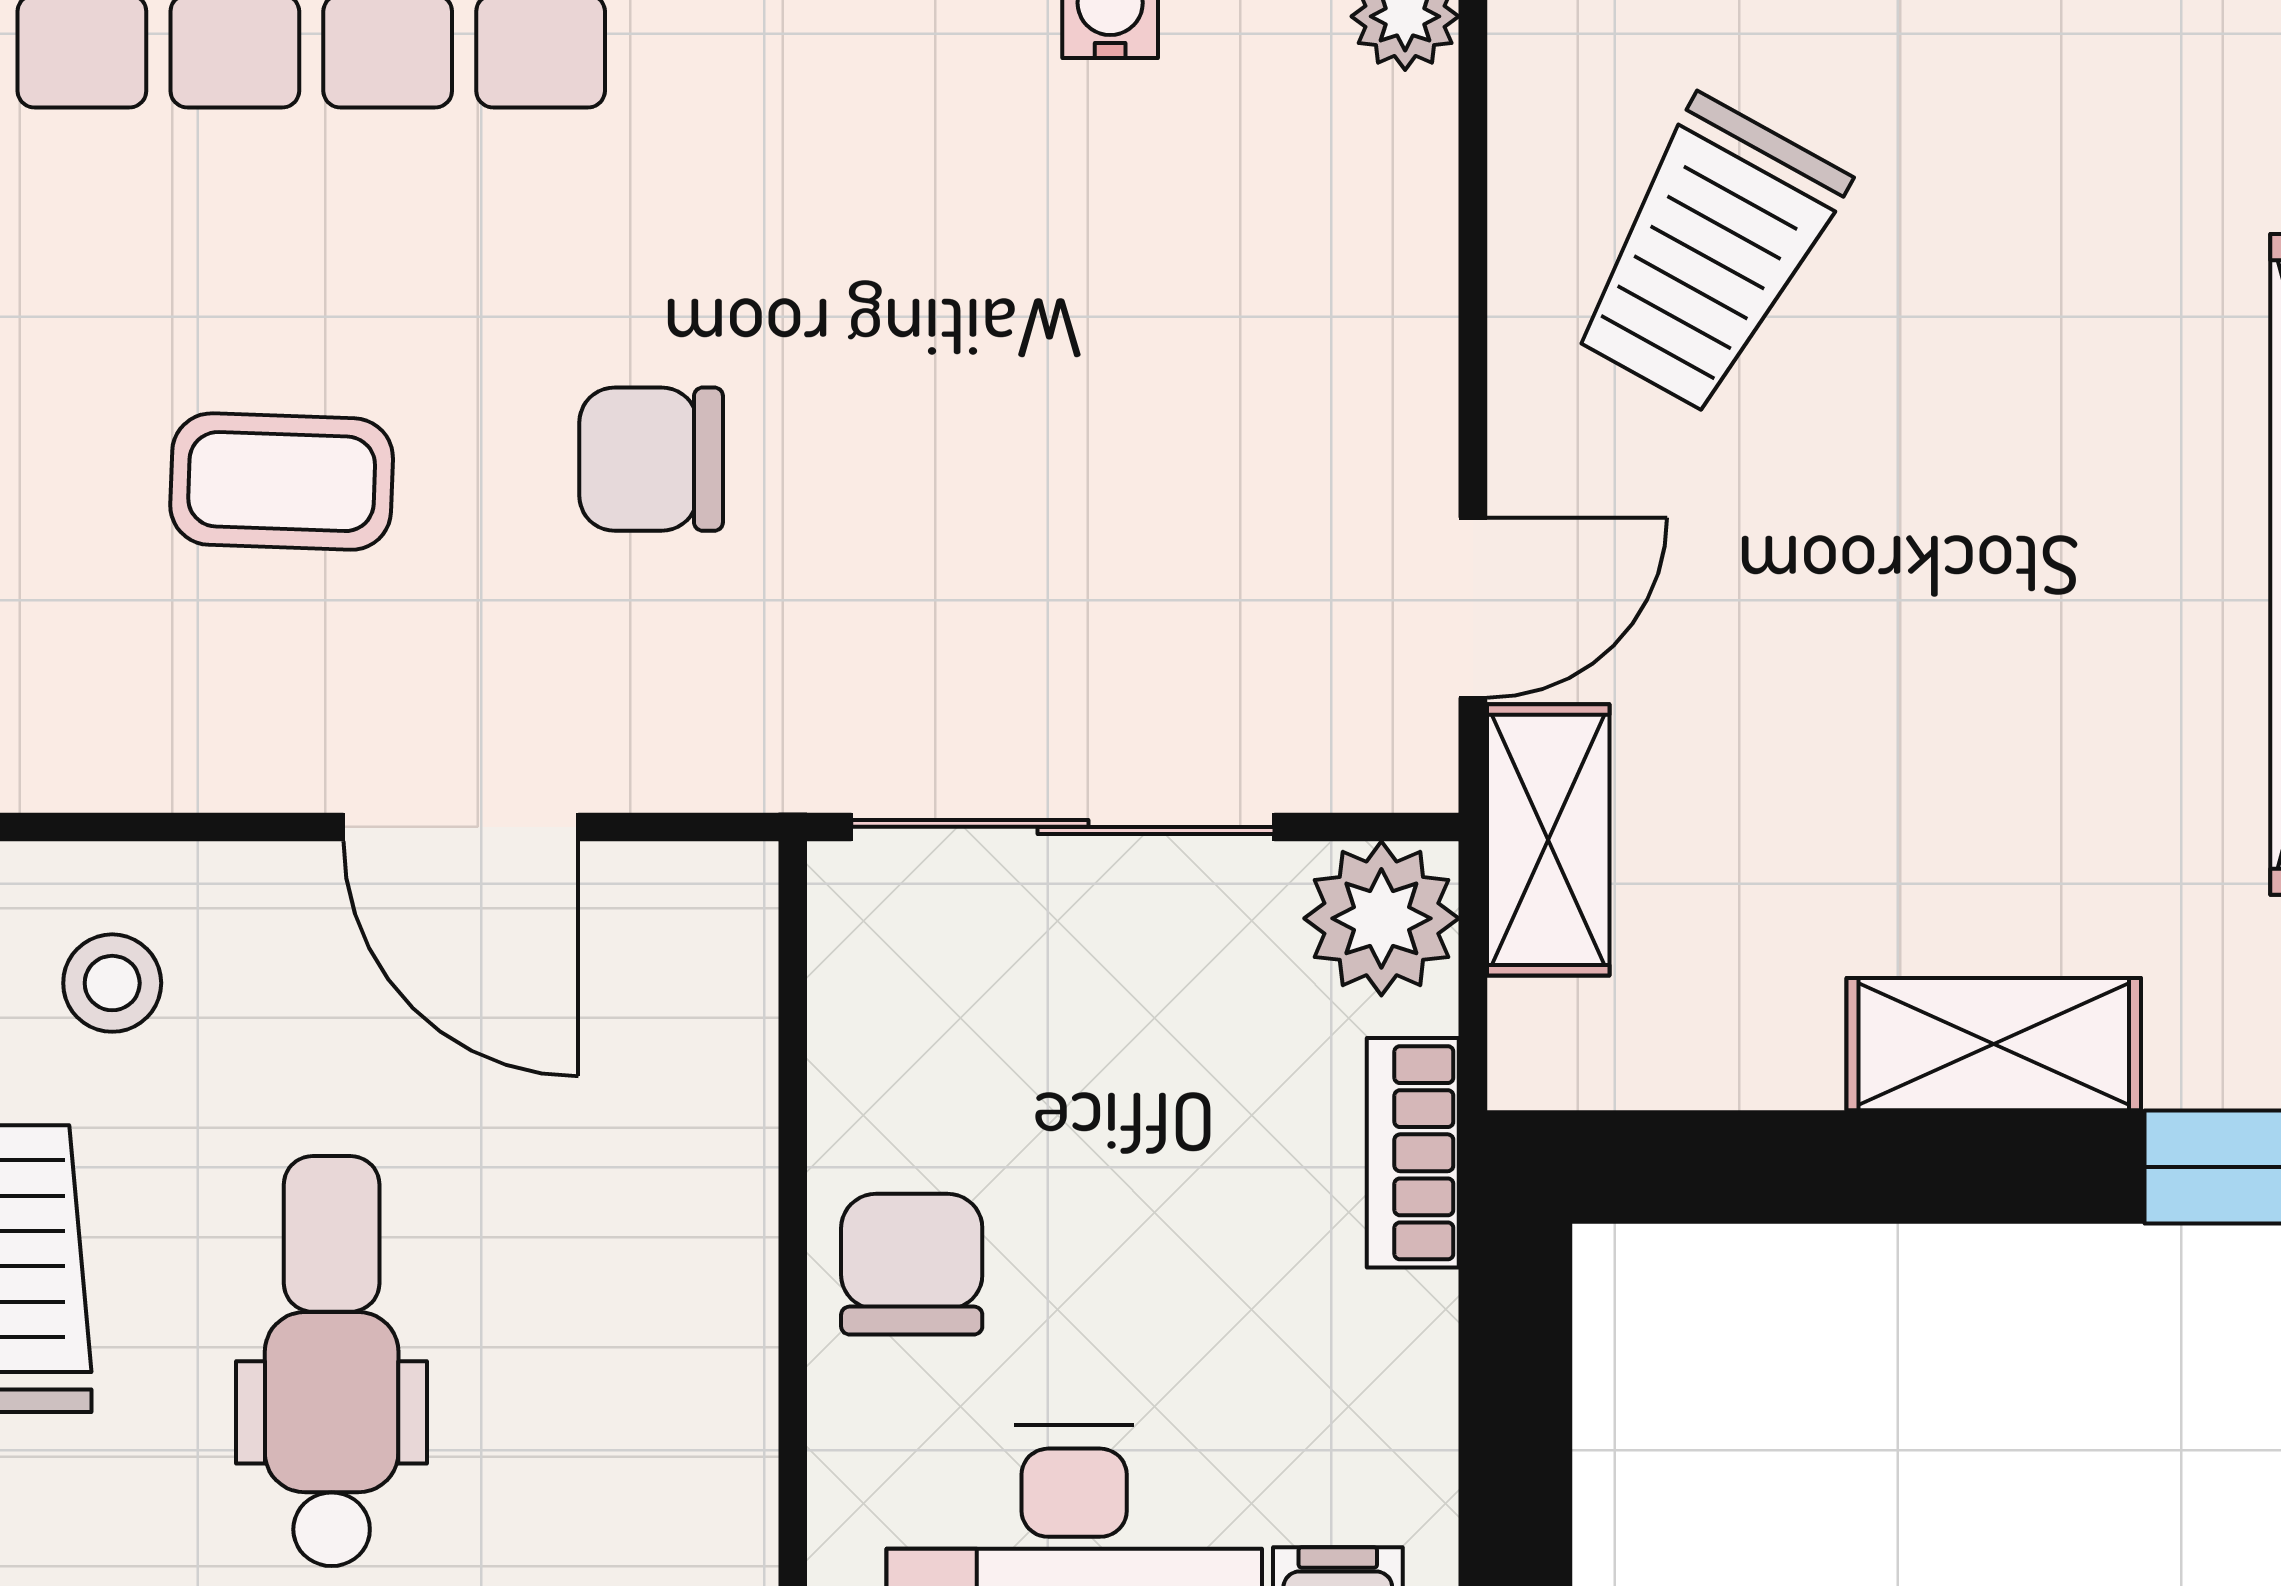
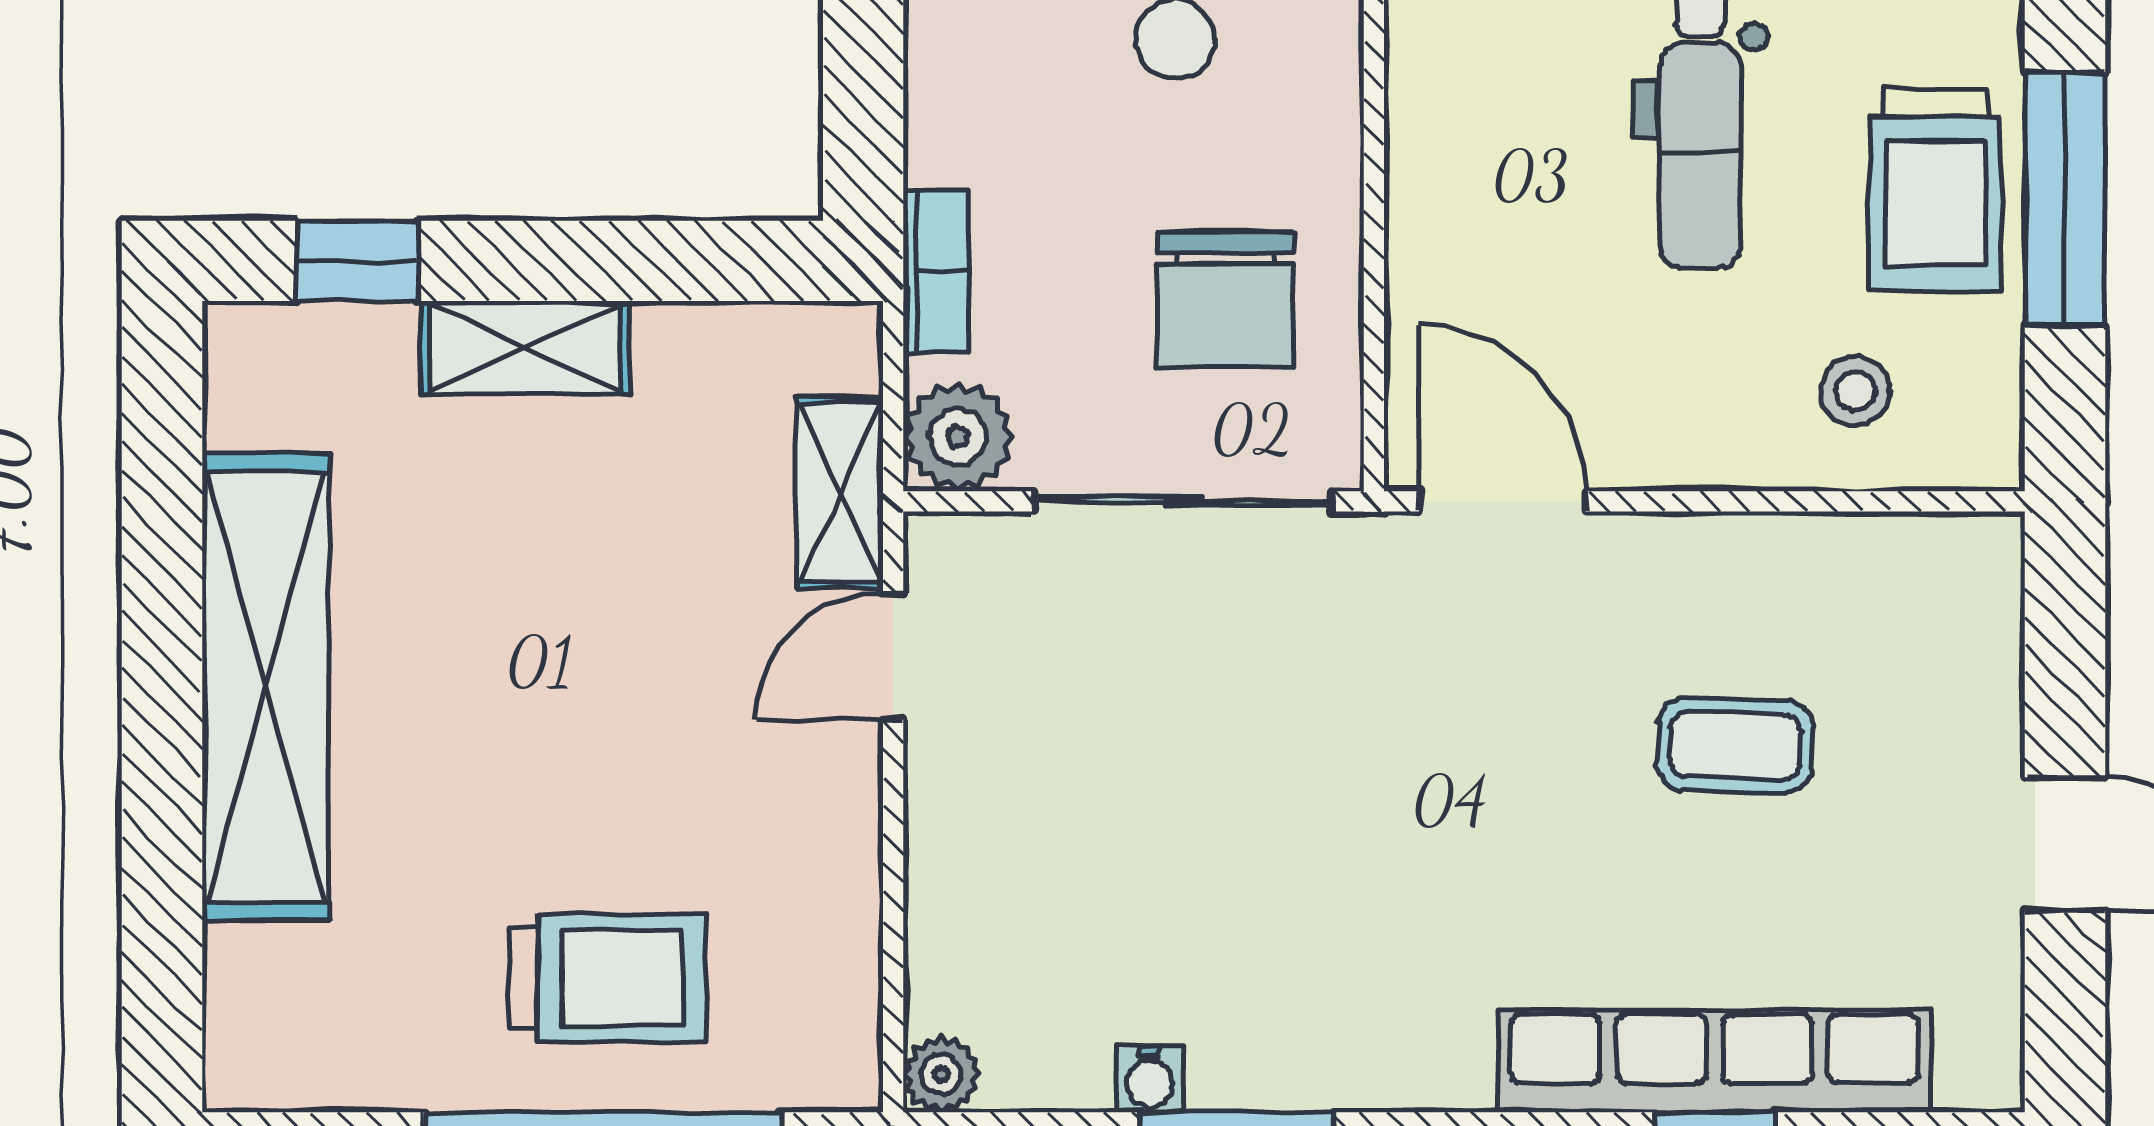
trolley: (1708, 255) -> (608, 978), moved, turned 61
chair: (651, 459) -> (1474, 761), removed
door: (461, 827) -> (1502, 501), moved
chair: (912, 1264) -> (1225, 299), moved, width x1.37, depth x1.37

